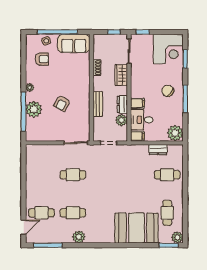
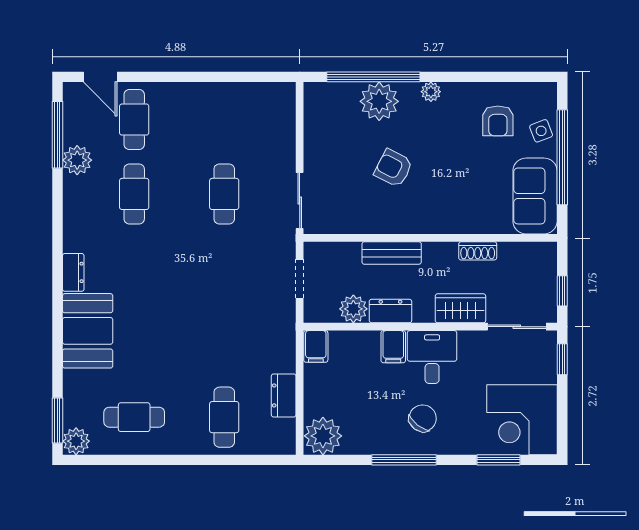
desk: (142, 120) -> (432, 357), moved
booth: (136, 228) -> (88, 331), width x0.73, depth x0.70
plant: (79, 237) -> (77, 160), moved
dresser: (106, 239) -> (73, 272), added

